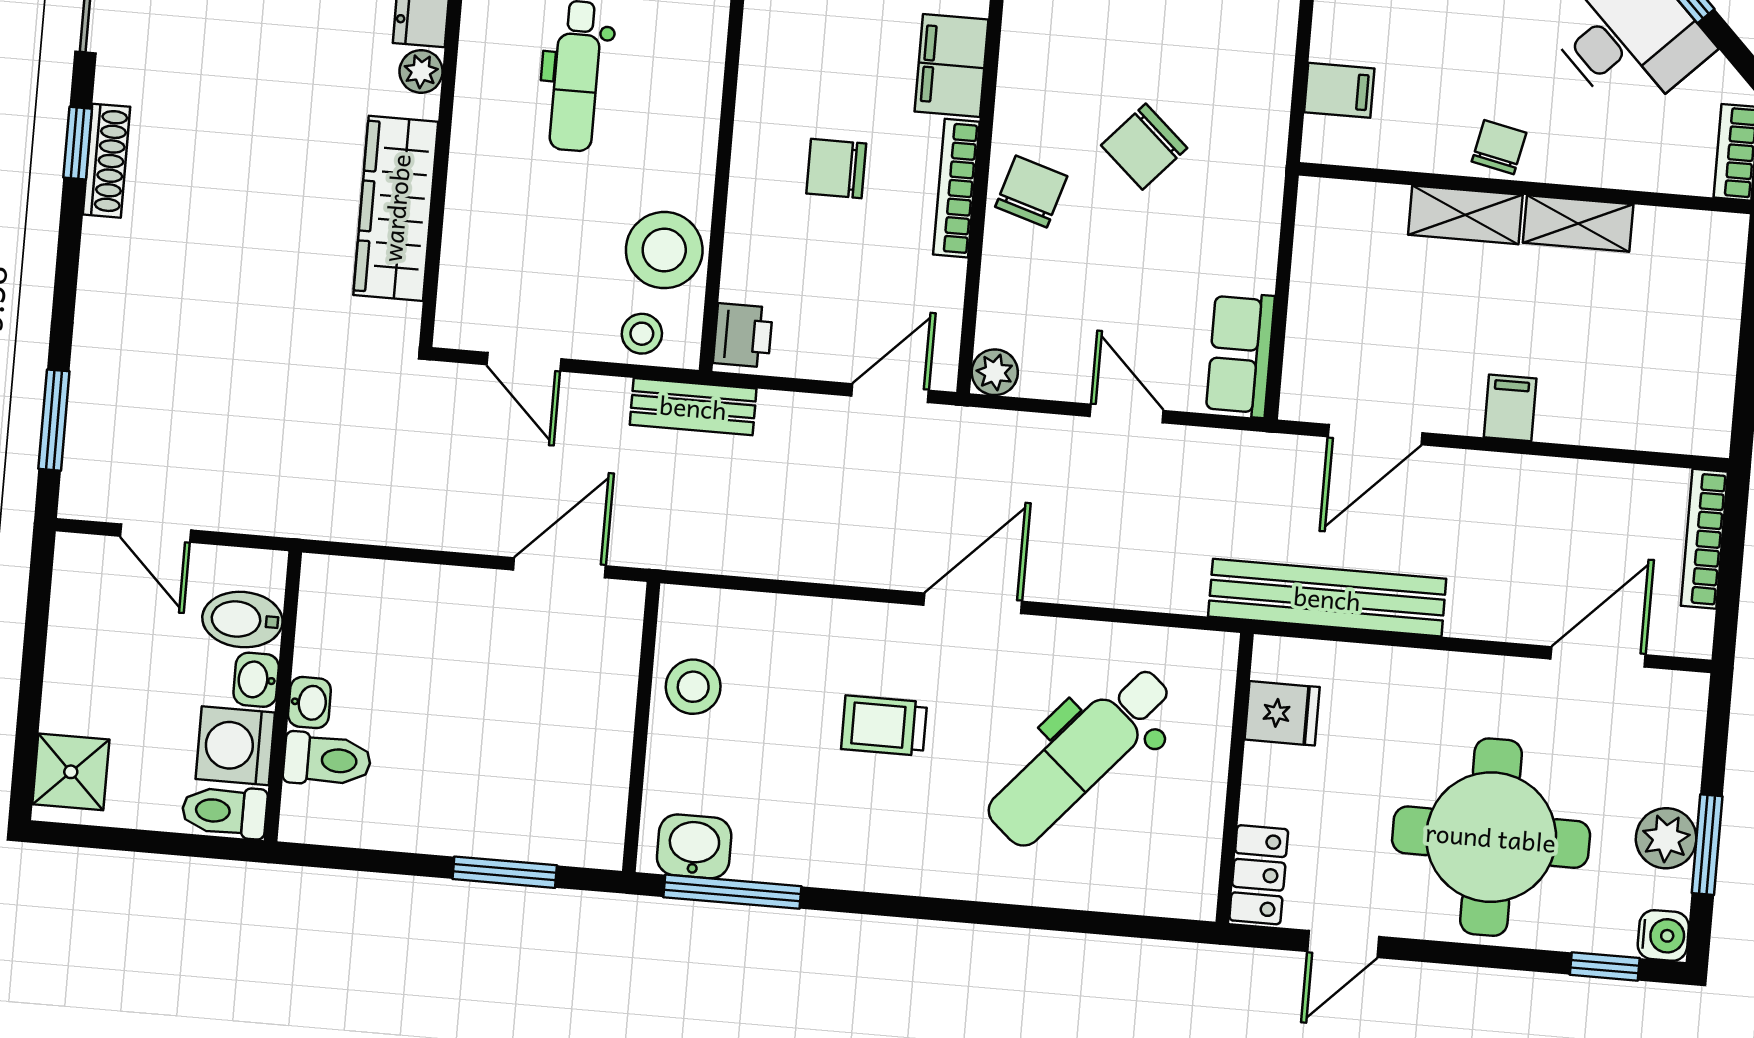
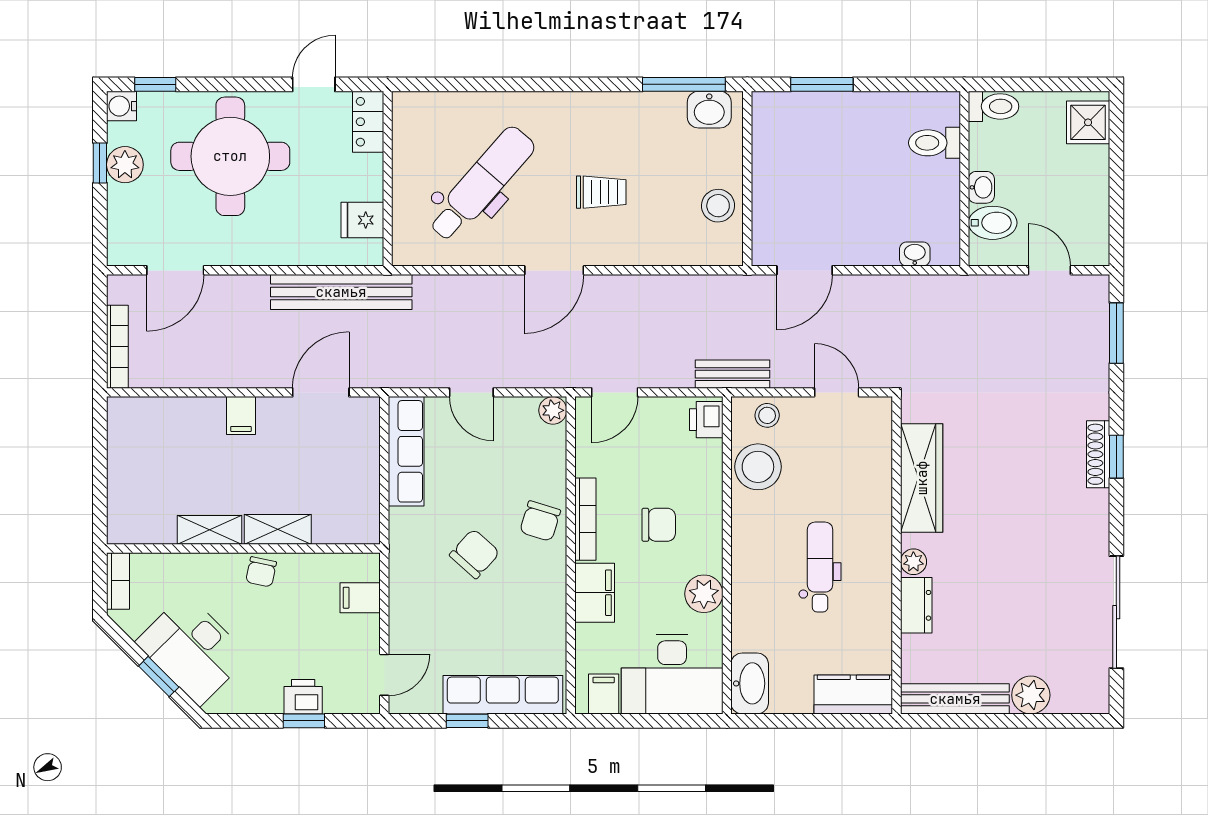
plant: (771, 48) -> (704, 594), added
window: (78, 143) -> (1116, 457), moved
shoe rack: (106, 161) -> (1098, 454), moved
row of seats: (1240, 355) -> (406, 451), width x1.48
washbasin: (309, 703) -> (915, 254), moved, turned 90
washing machine: (235, 746) -> (990, 147), removed
window: (1707, 845) -> (100, 163), width x0.67

